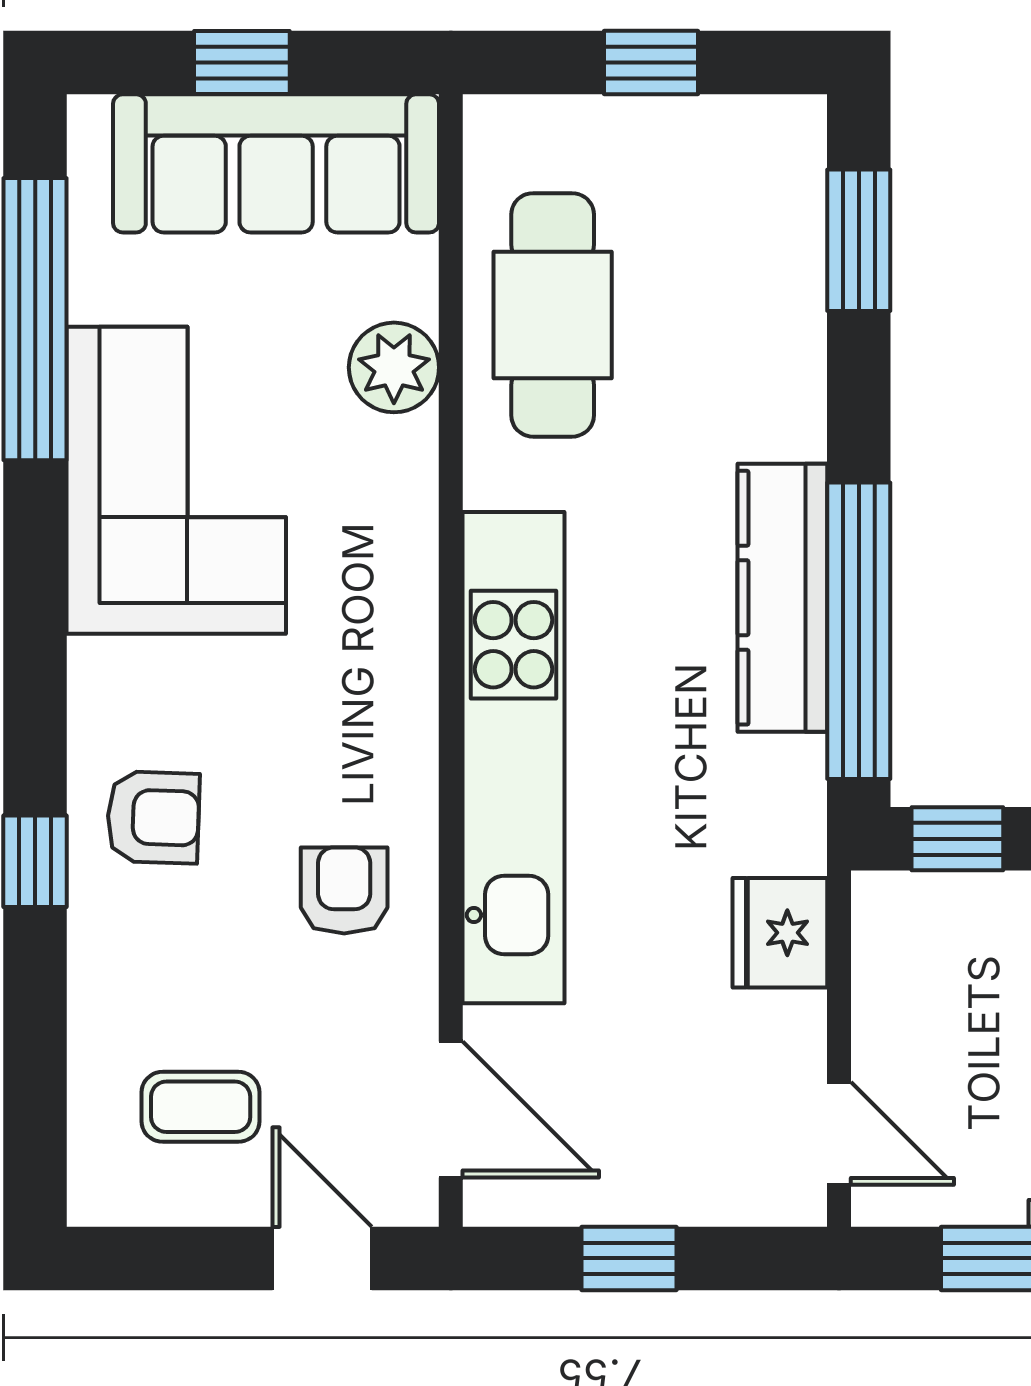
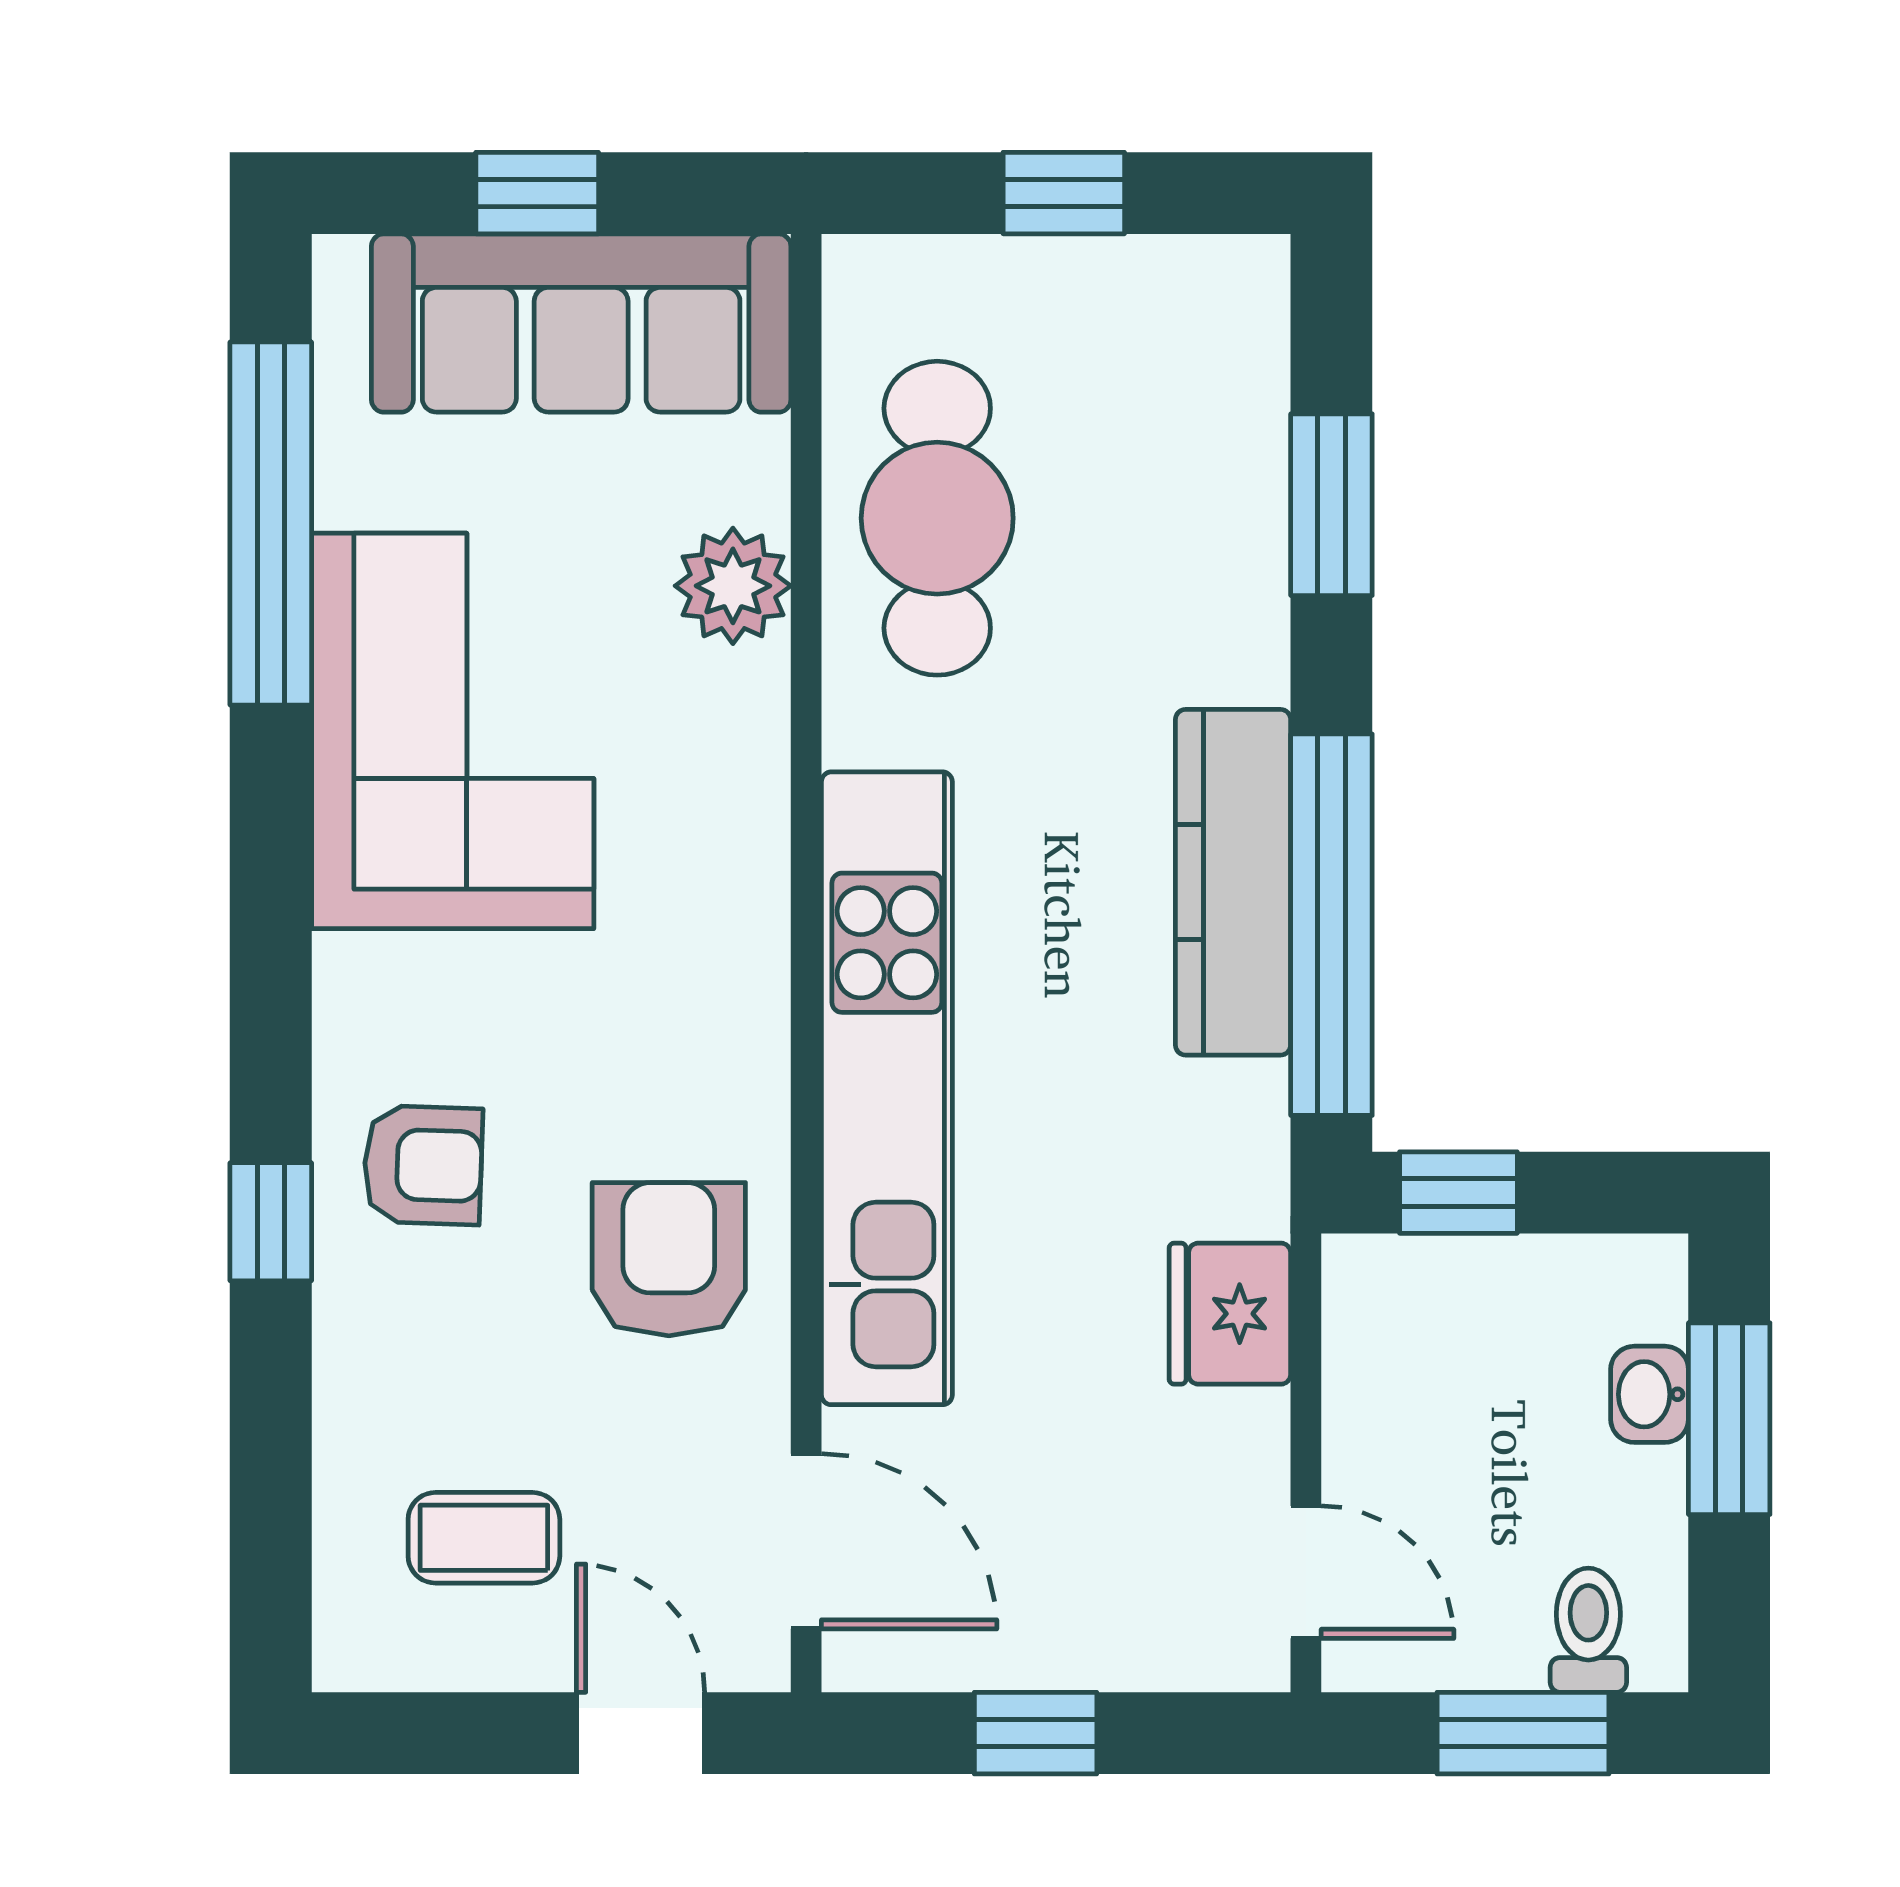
window: (859, 240) -> (1331, 505), moved
armchair: (344, 890) -> (669, 1259), width x1.38, depth x1.38

